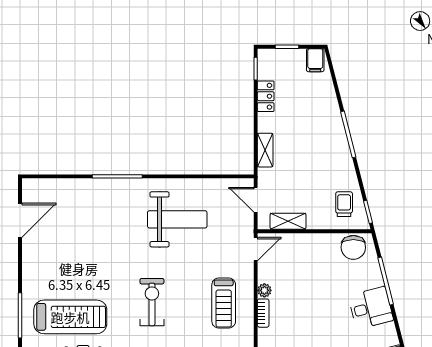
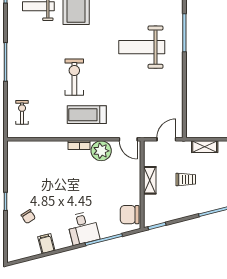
trolley: (344, 204) -> (186, 179), moved
weight bench: (177, 219) -> (142, 47), moved, turned 90
shelving: (288, 221) -> (150, 180), moved
plant: (264, 290) -> (101, 151), width x1.87, depth x1.87
exercise bike: (152, 302) -> (74, 77), moved, turned -90

